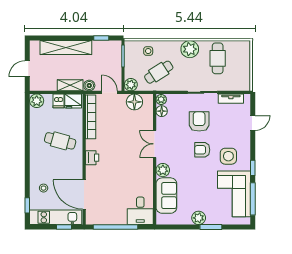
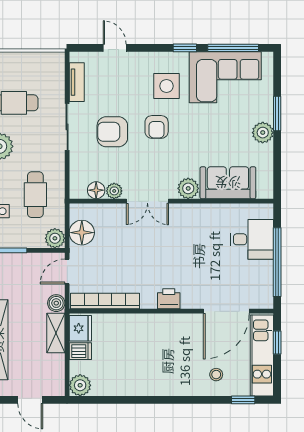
cafe table: (159, 72) -> (35, 195), turned 33
plant: (161, 99) -> (114, 191), moved
cafe table: (60, 141) -> (143, 349), removed
desk: (140, 211) -> (252, 239), moved

